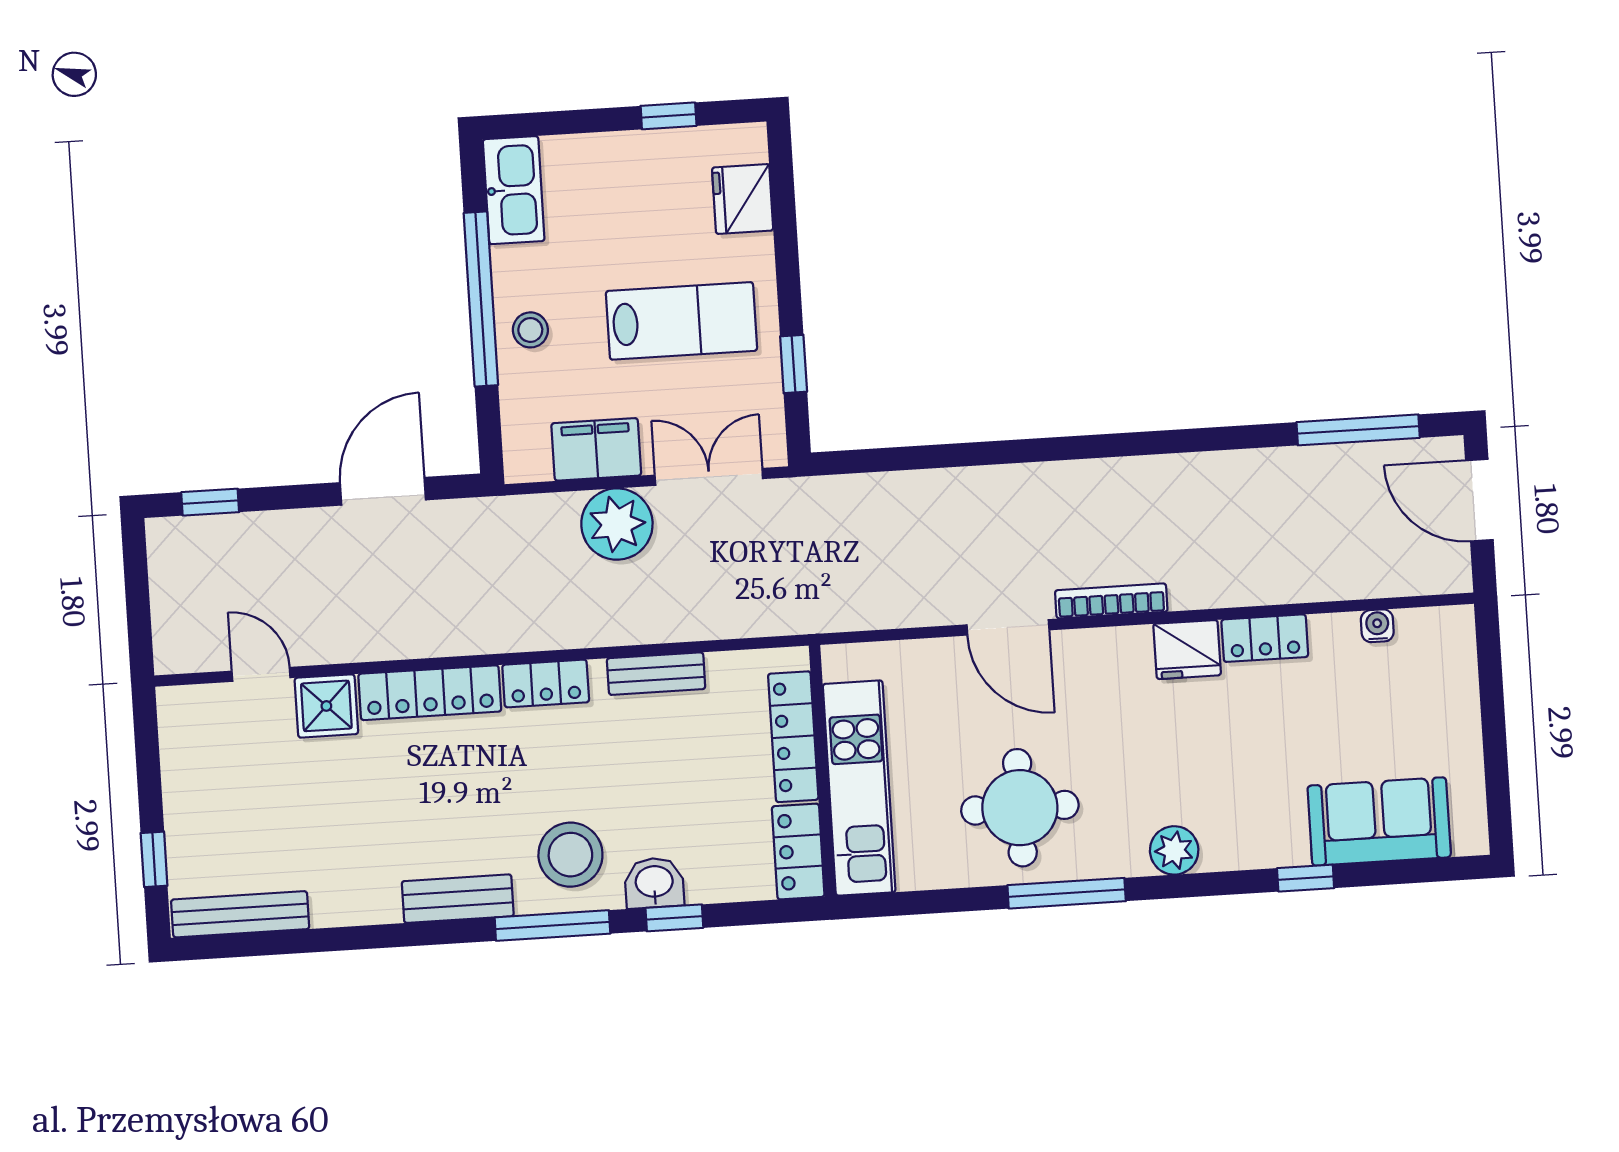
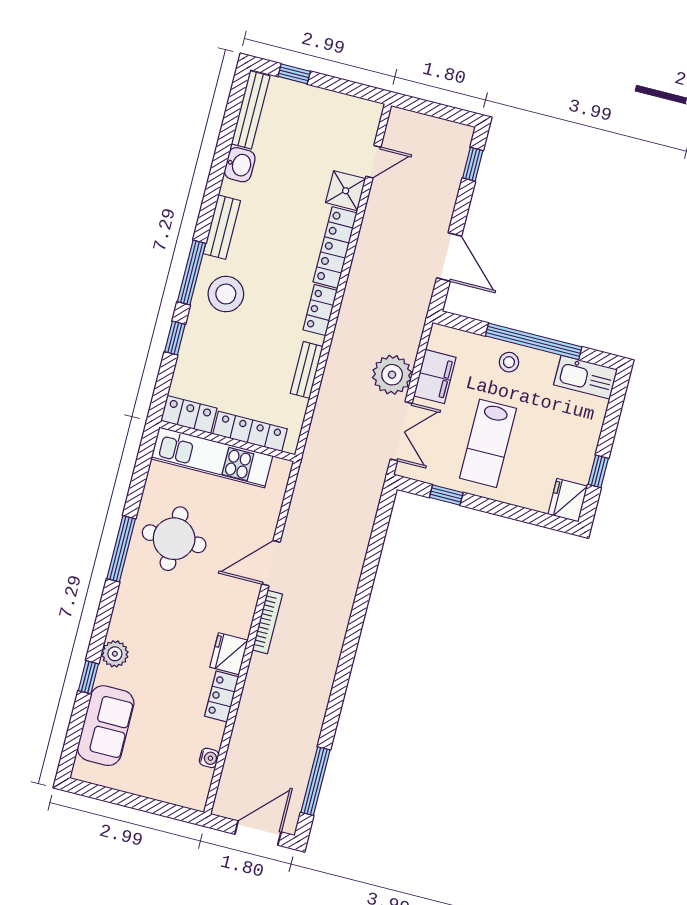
fridge: (743, 199) -> (568, 500), moved, turned -90
plant: (1174, 850) -> (115, 654), moved
washbasin: (654, 883) -> (240, 165), moved

